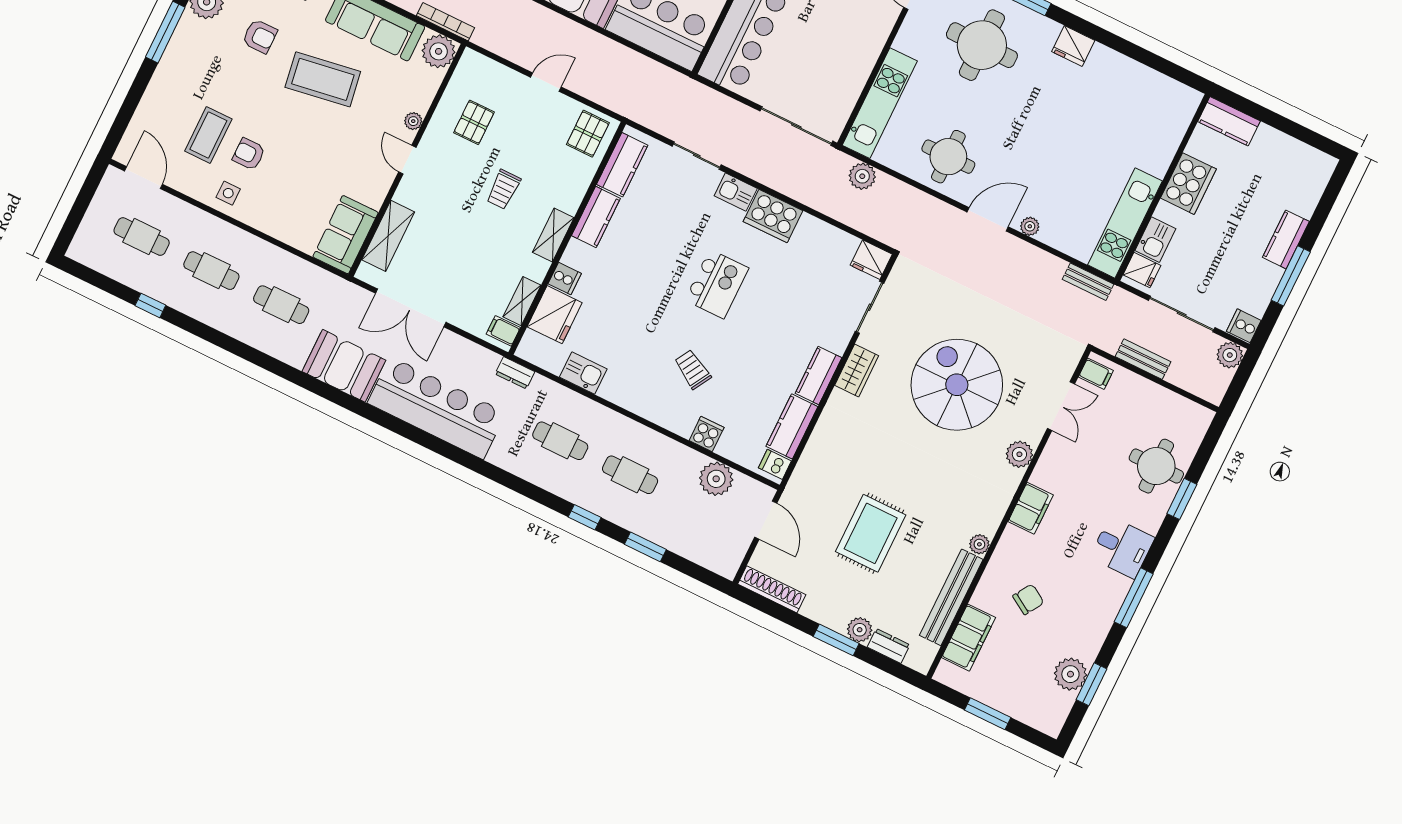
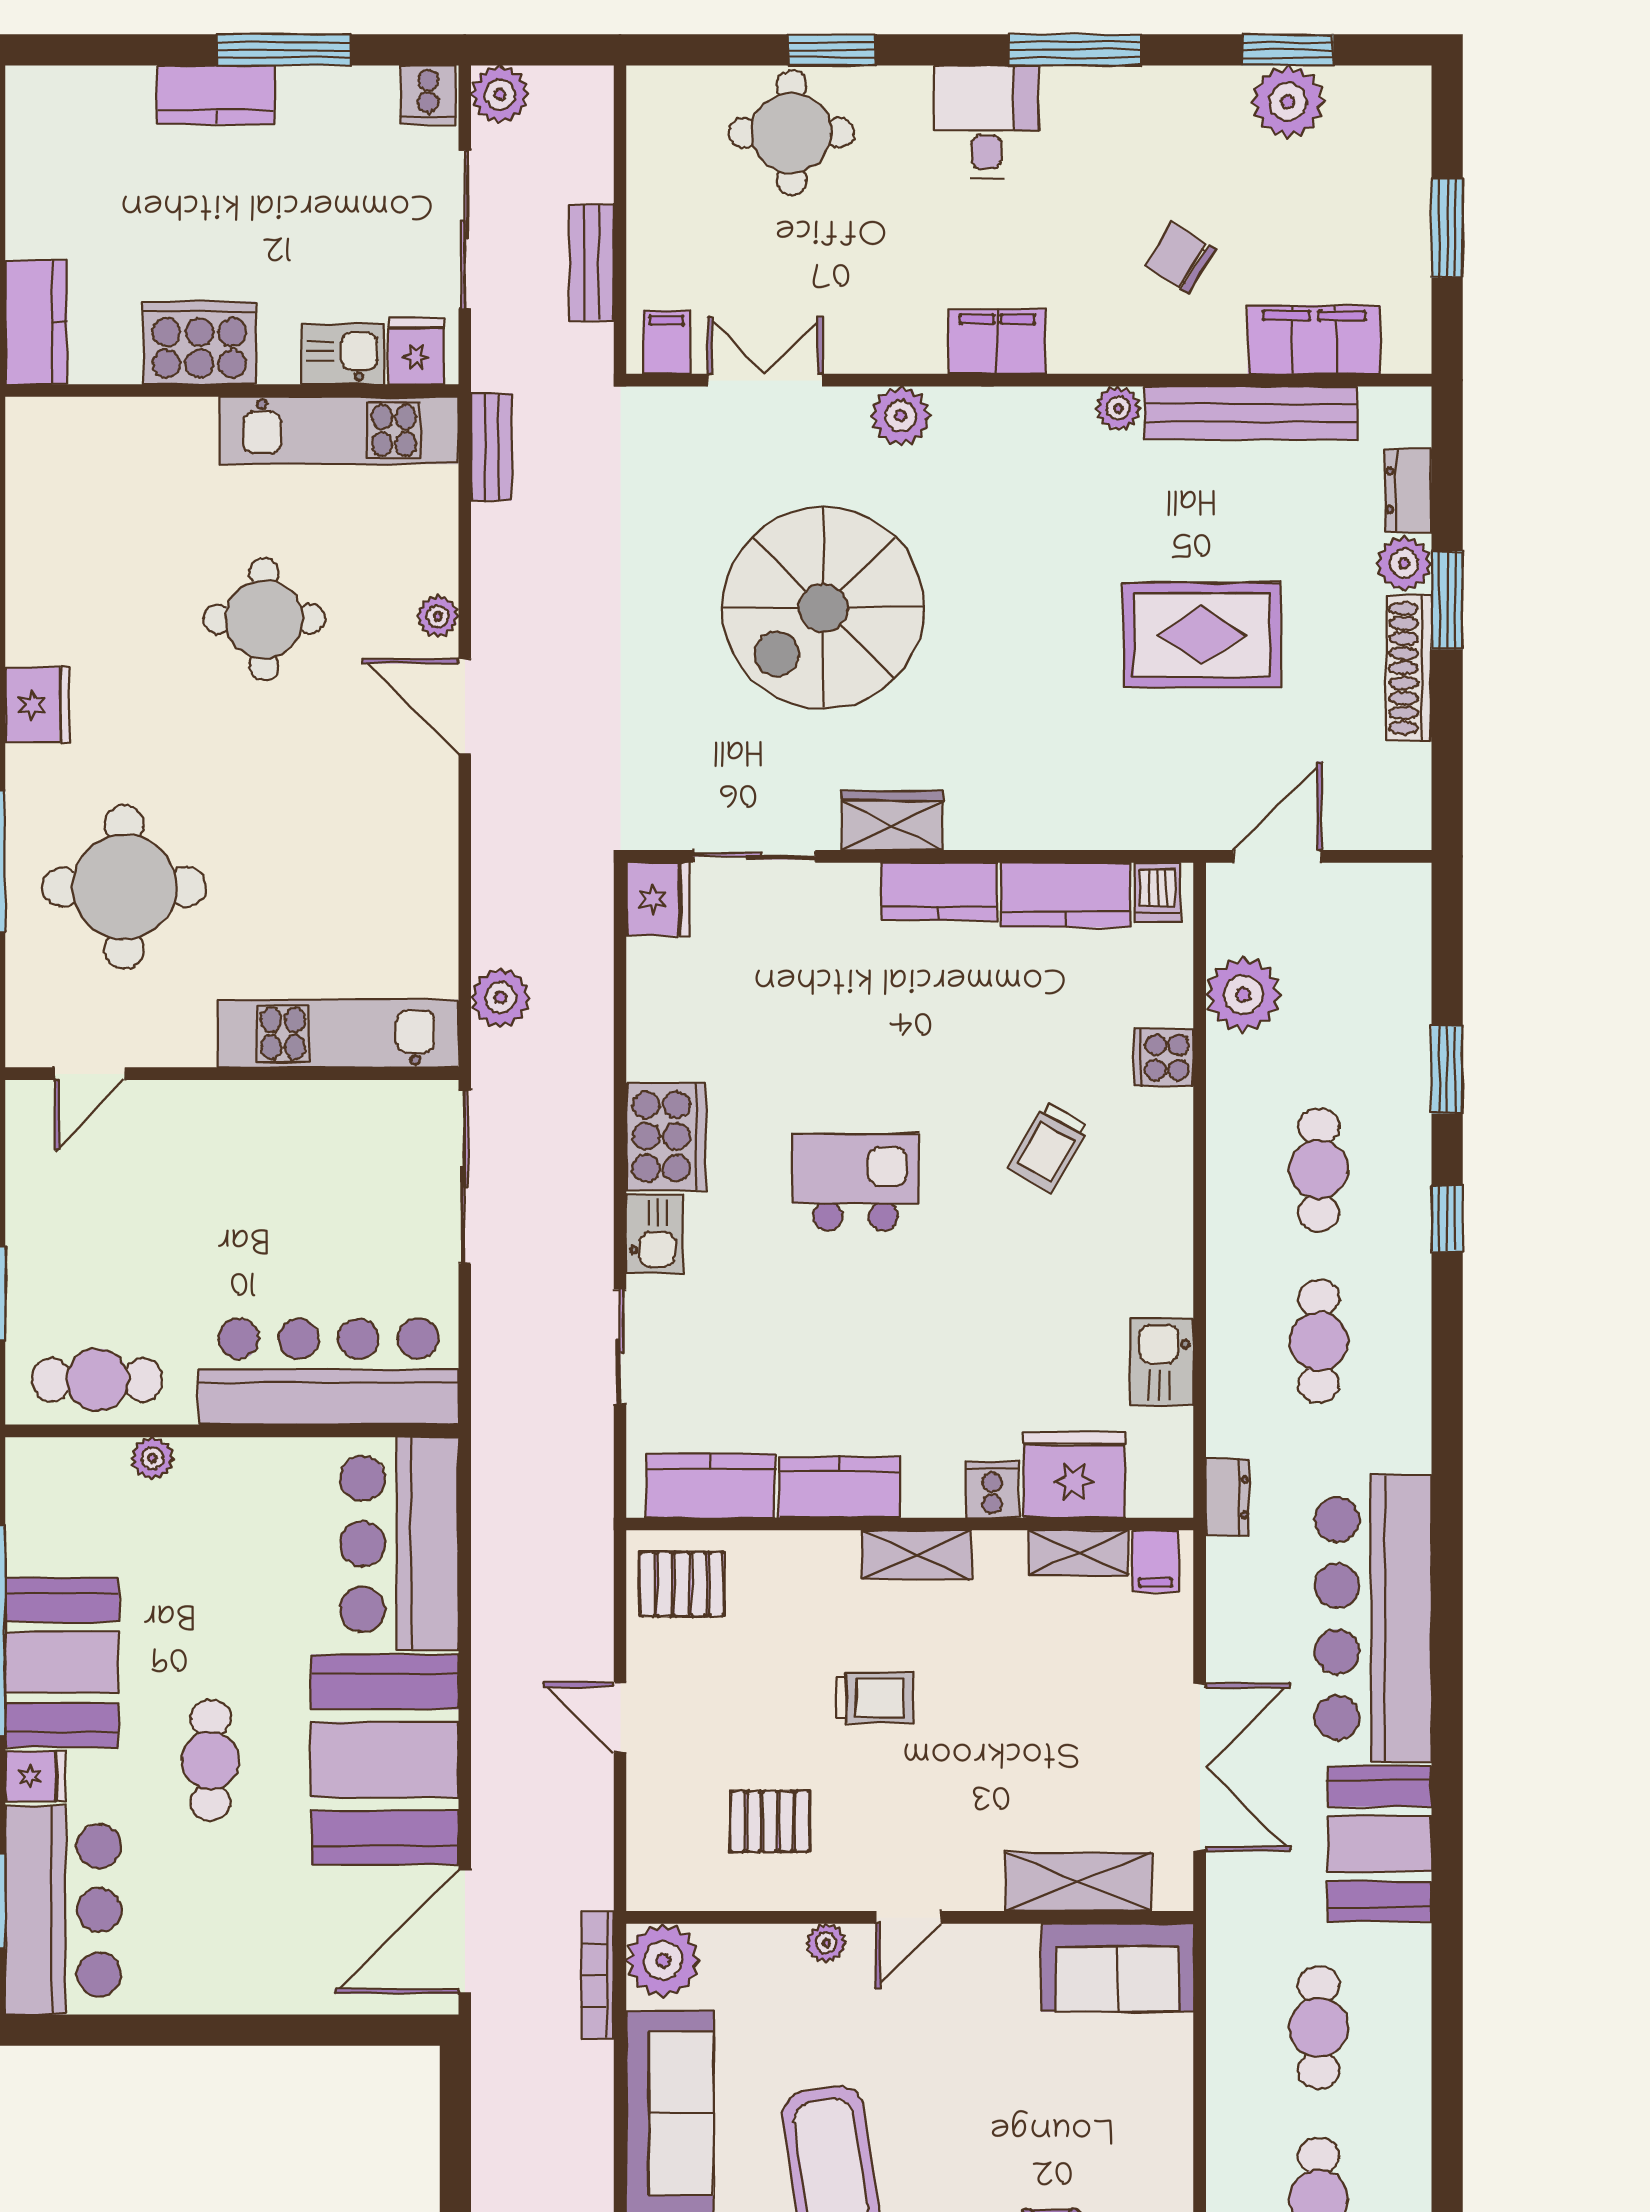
round table: (948, 157) -> (264, 619), moved
shoe rack: (772, 589) -> (1409, 668), moved

